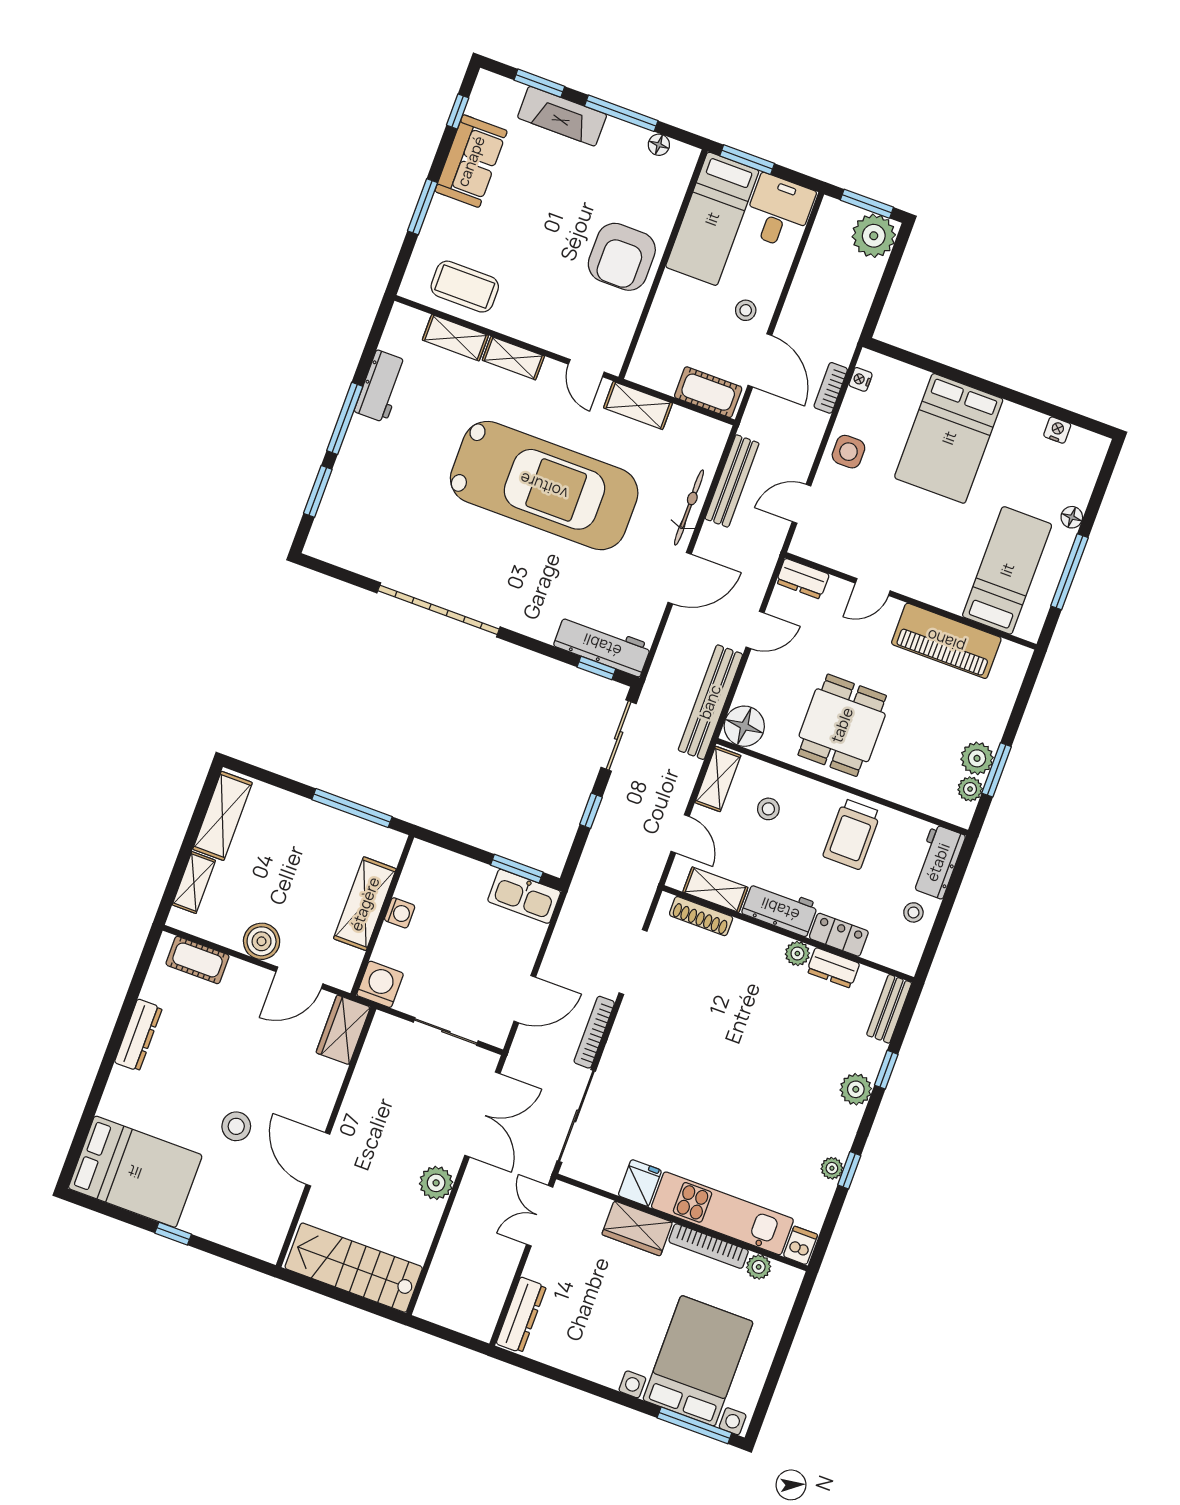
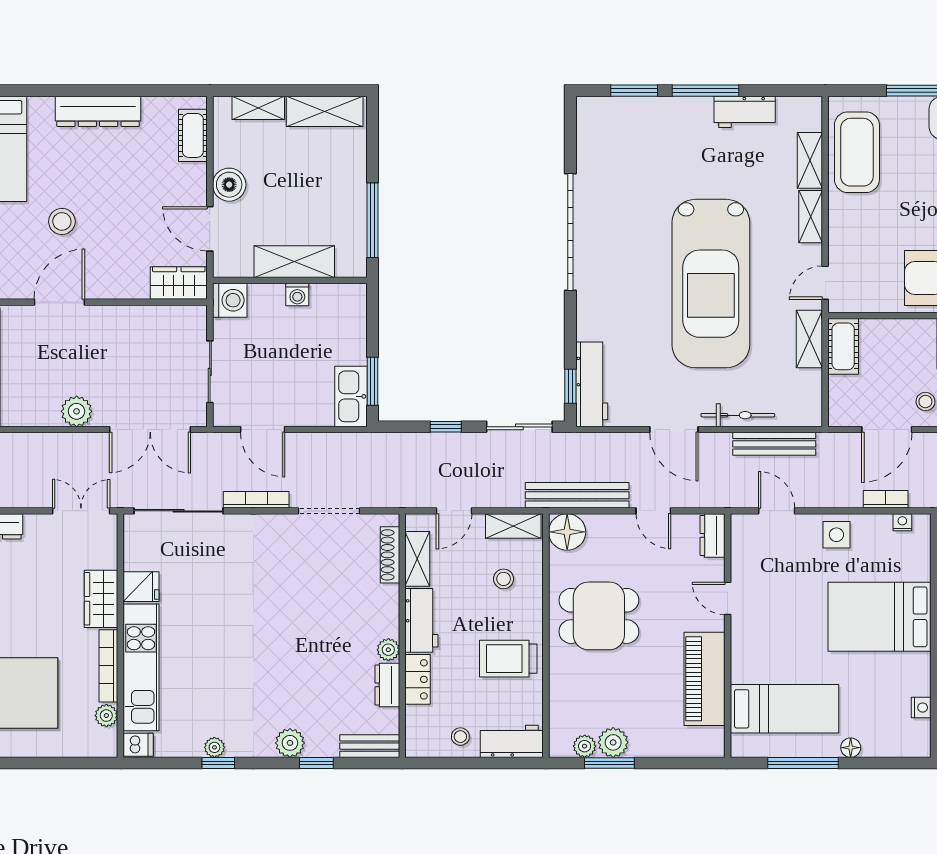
coffee table: (465, 287) -> (857, 152), width x1.36, depth x1.32
cot: (708, 392) -> (843, 346), moved
dresser: (138, 1035) -> (98, 111), width x1.37, depth x1.24

